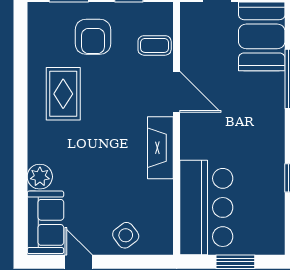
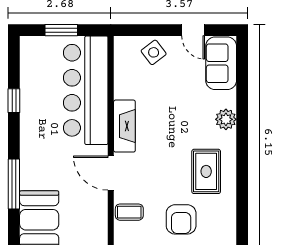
armchair: (93, 37) -> (181, 219), turned 180
plant: (40, 177) -> (226, 119), moved
bar counter: (206, 207) -> (86, 90), width x1.36

